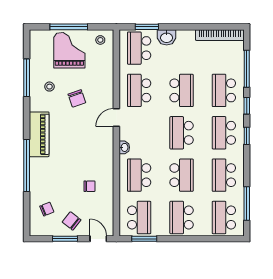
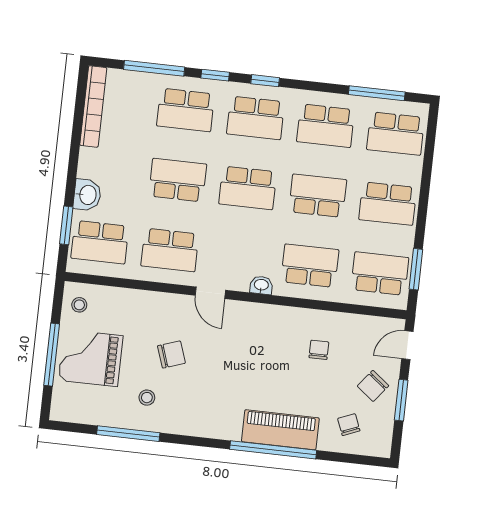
piano: (39, 134) -> (280, 430), moved
school desk: (139, 175) -> (310, 266), turned 180

